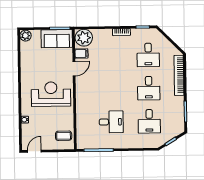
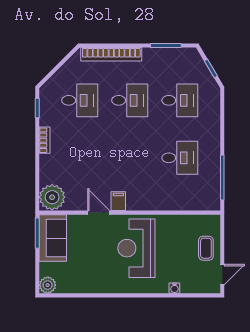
filing cabinet: (81, 53) -> (118, 201), moved
desk: (111, 122) -> (180, 158), turned 90
coffee table: (64, 136) -> (206, 248), moved
door: (34, 151) -> (222, 275), swing flipped

